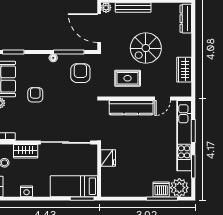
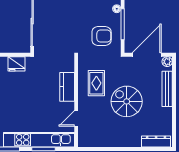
wardrobe: (184, 70) -> (105, 140), removed
door: (163, 98) -> (76, 118), hinge flipped
kitchen counter: (131, 108) -> (67, 87), width x0.67

